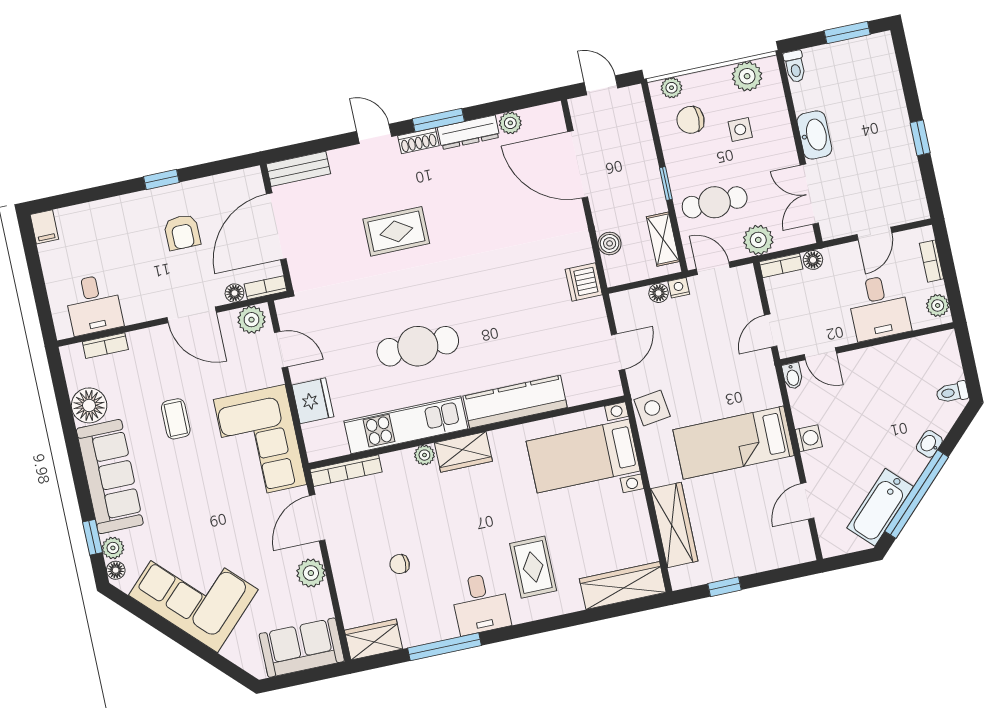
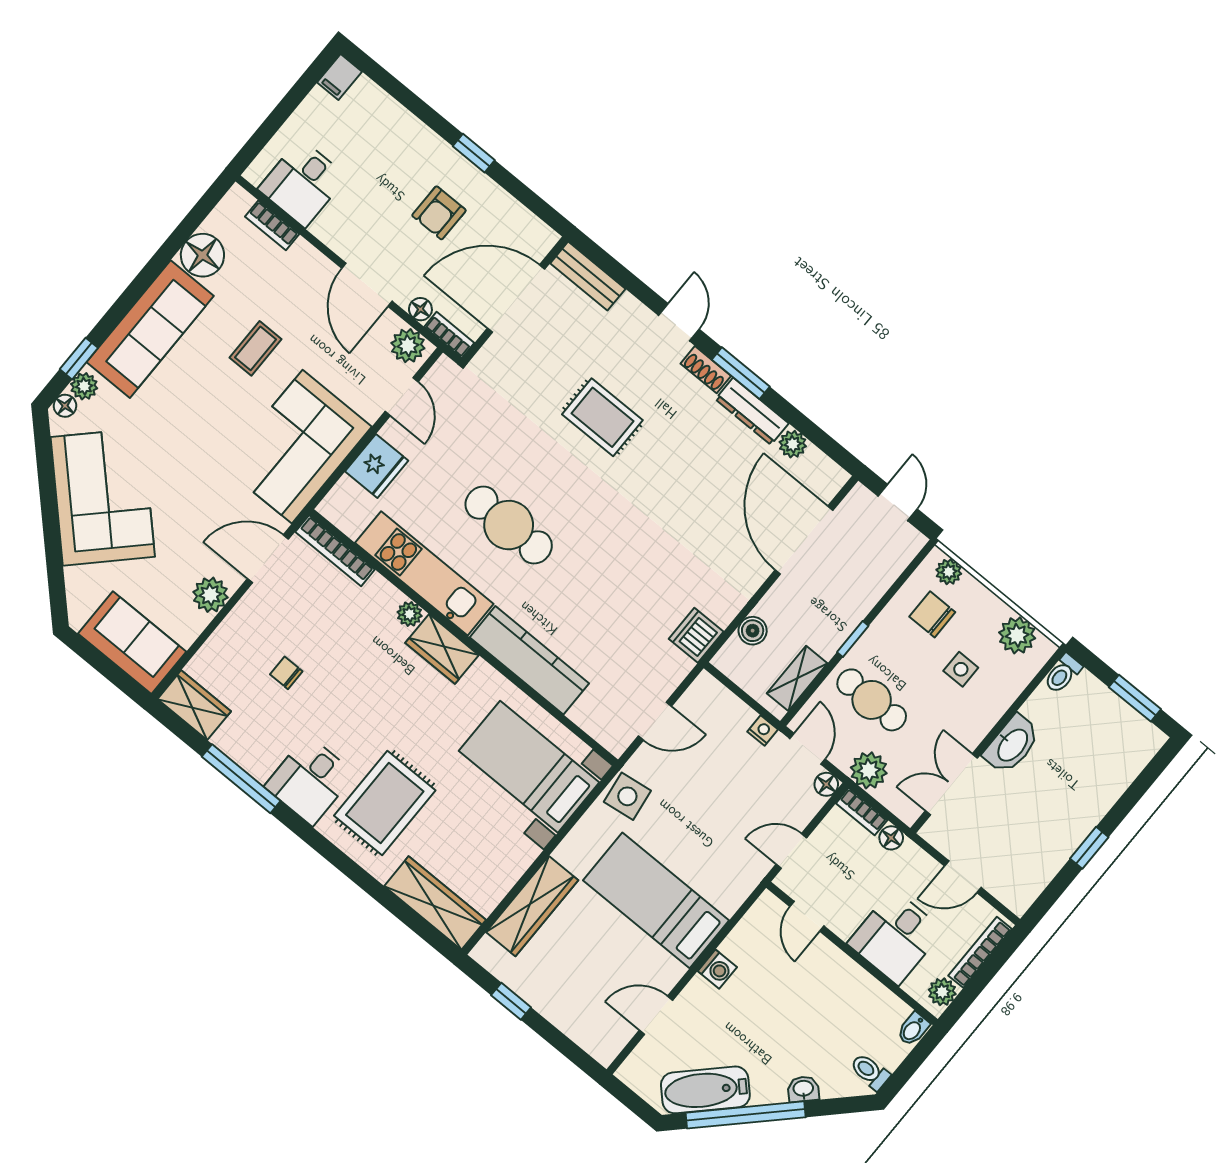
bookcase: (932, 261) -> (980, 952), width x1.56
floor lamp: (659, 293) -> (826, 784), moved
bidet: (792, 376) -> (913, 1029), moved
rug: (533, 567) -> (385, 803), width x1.36, depth x1.43

